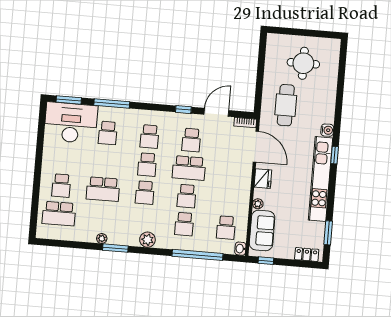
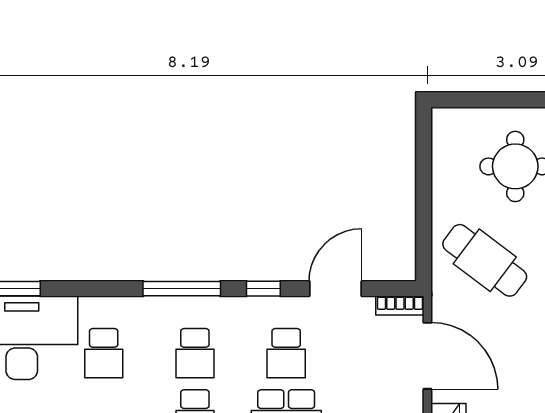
window: (112, 104) -> (182, 289), moved
cafe table: (286, 105) -> (485, 260), turned -53

